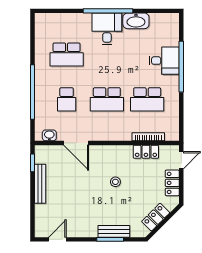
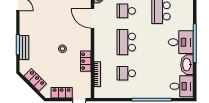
desk: (164, 61) -> (182, 86), moved, turned -90
school desk: (147, 99) -> (126, 73), width x0.54
door: (76, 143) -> (92, 18), hinge flipped
locker: (146, 152) -> (86, 61), moved

